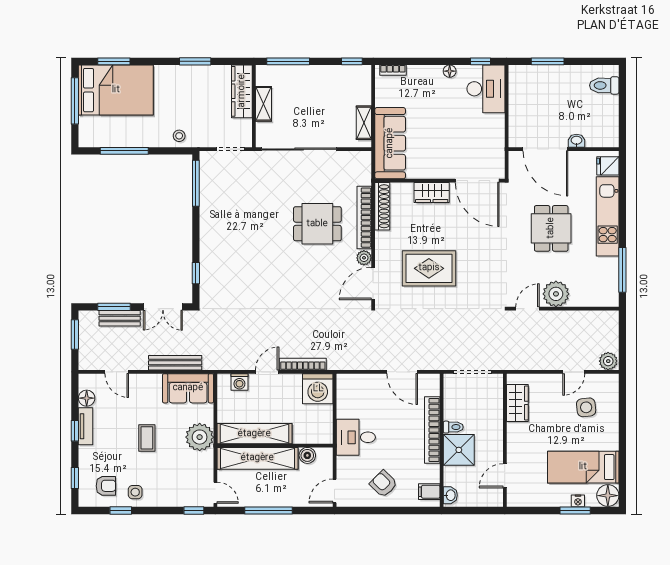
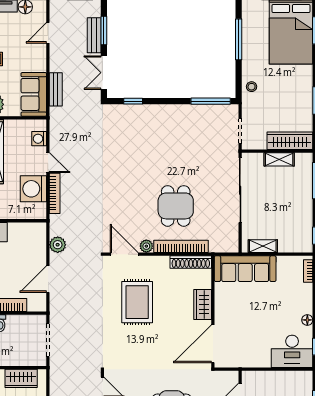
plant: (362, 361) -> (58, 245), added
bench: (175, 363) -> (56, 89), width x0.73
washing machine: (318, 389) -> (33, 189), moved

